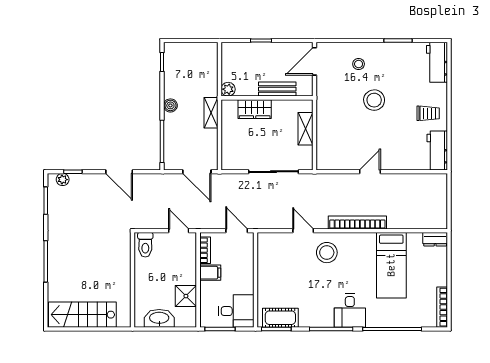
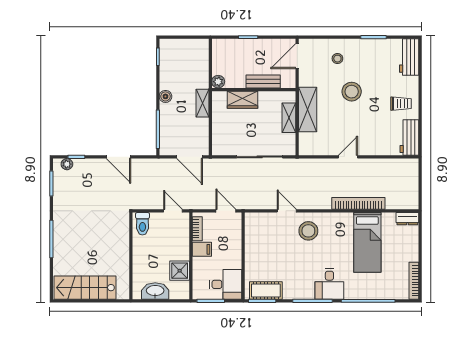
shelving: (326, 120) -> (308, 110), added
bookcase: (357, 222) -> (358, 203), moved

